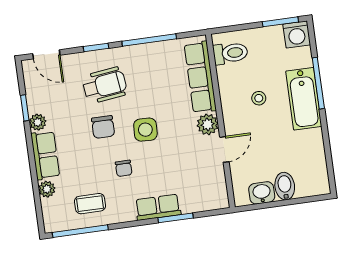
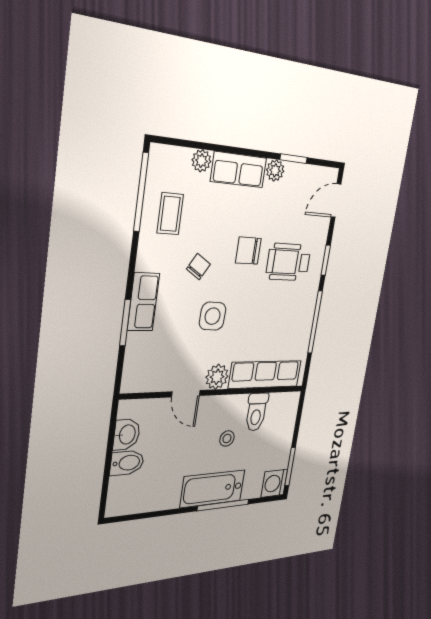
toilet: (230, 53) -> (256, 412), moved
wheelchair: (105, 85) -> (288, 262), turned 97
side table: (145, 130) -> (213, 316), moved
chair: (124, 168) -> (198, 267), turned 122

